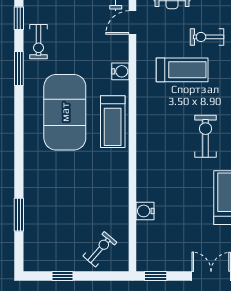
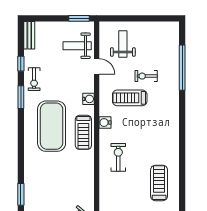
door: (133, 23) -> (97, 66), swing flipped
treadmill: (182, 70) -> (130, 98), turned 180
exercise bike: (206, 136) -> (118, 157), moved
water cooler: (145, 211) -> (105, 123), moved

